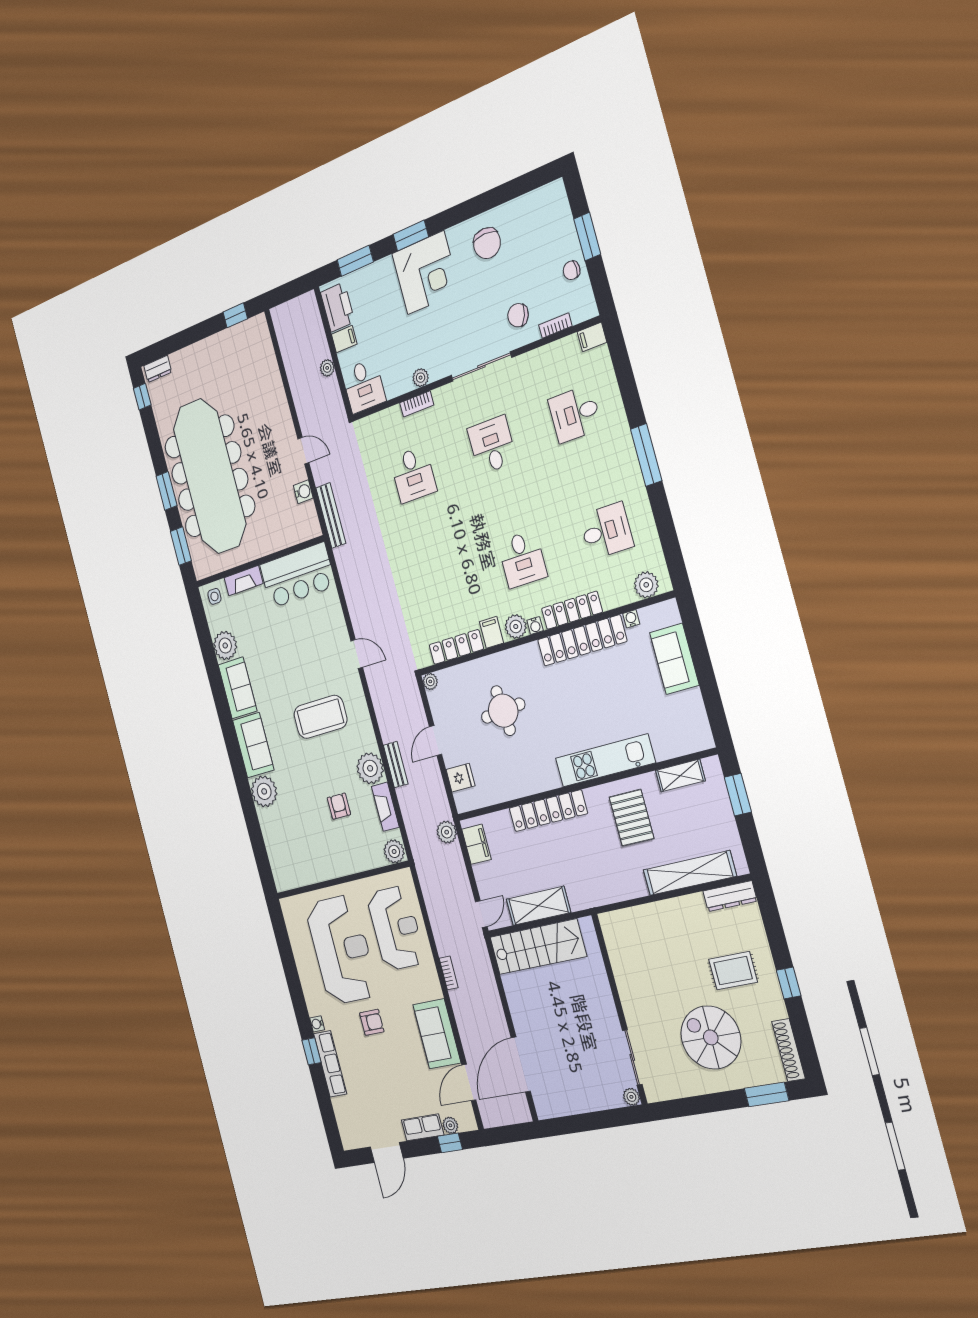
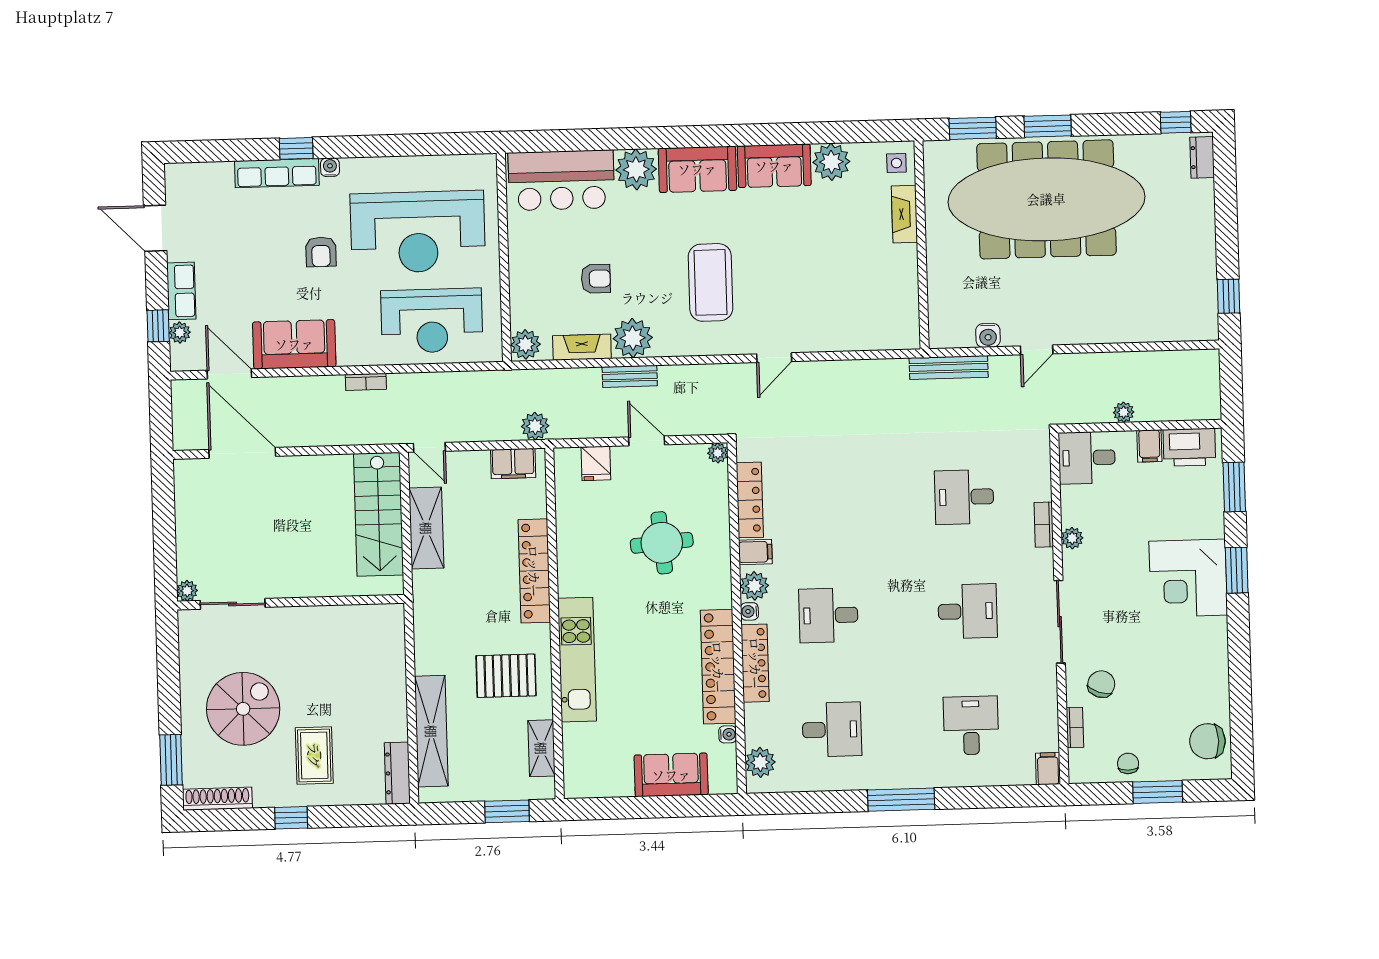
chair: (487, 243) -> (1207, 741), moved
desk: (606, 531) -> (832, 730), turned -90
bar counter: (297, 575) -> (561, 180), moved, turned -90

